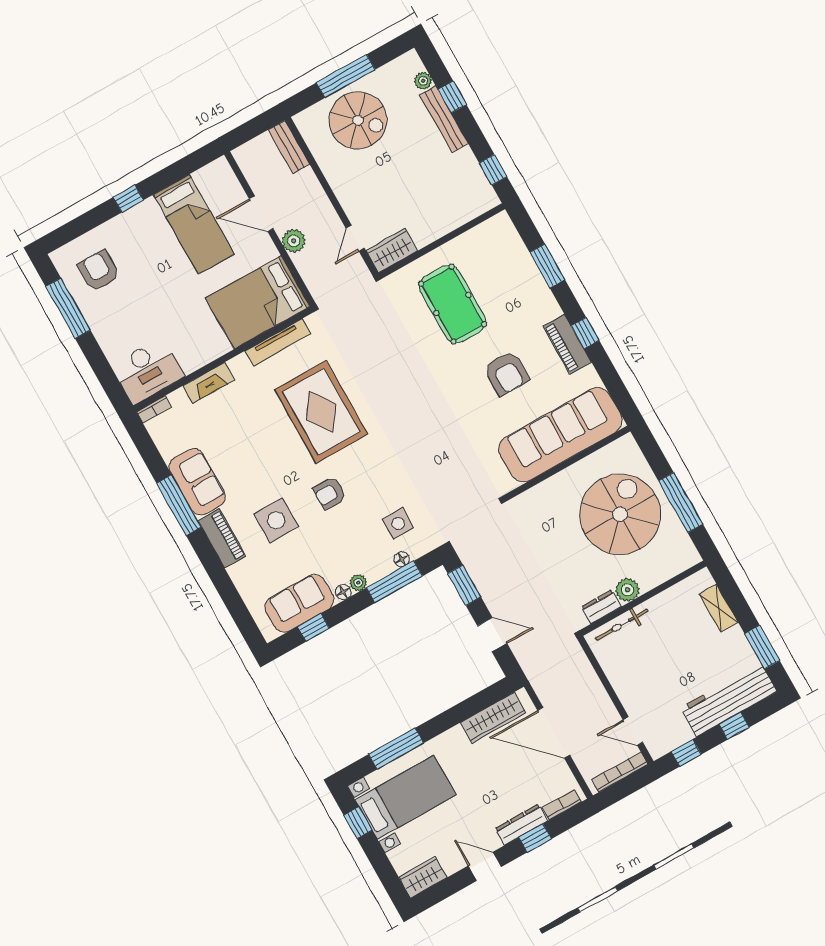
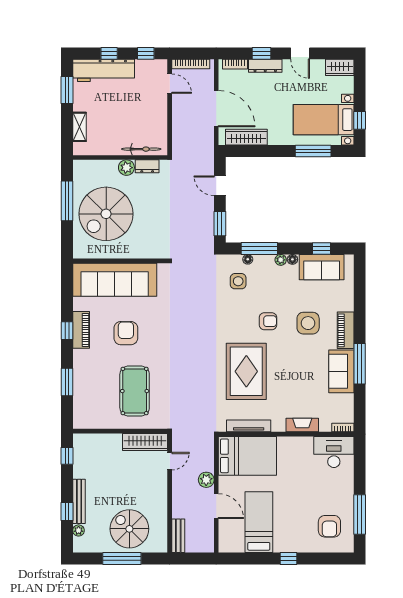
wardrobe: (392, 251) -> (145, 442), width x1.50

